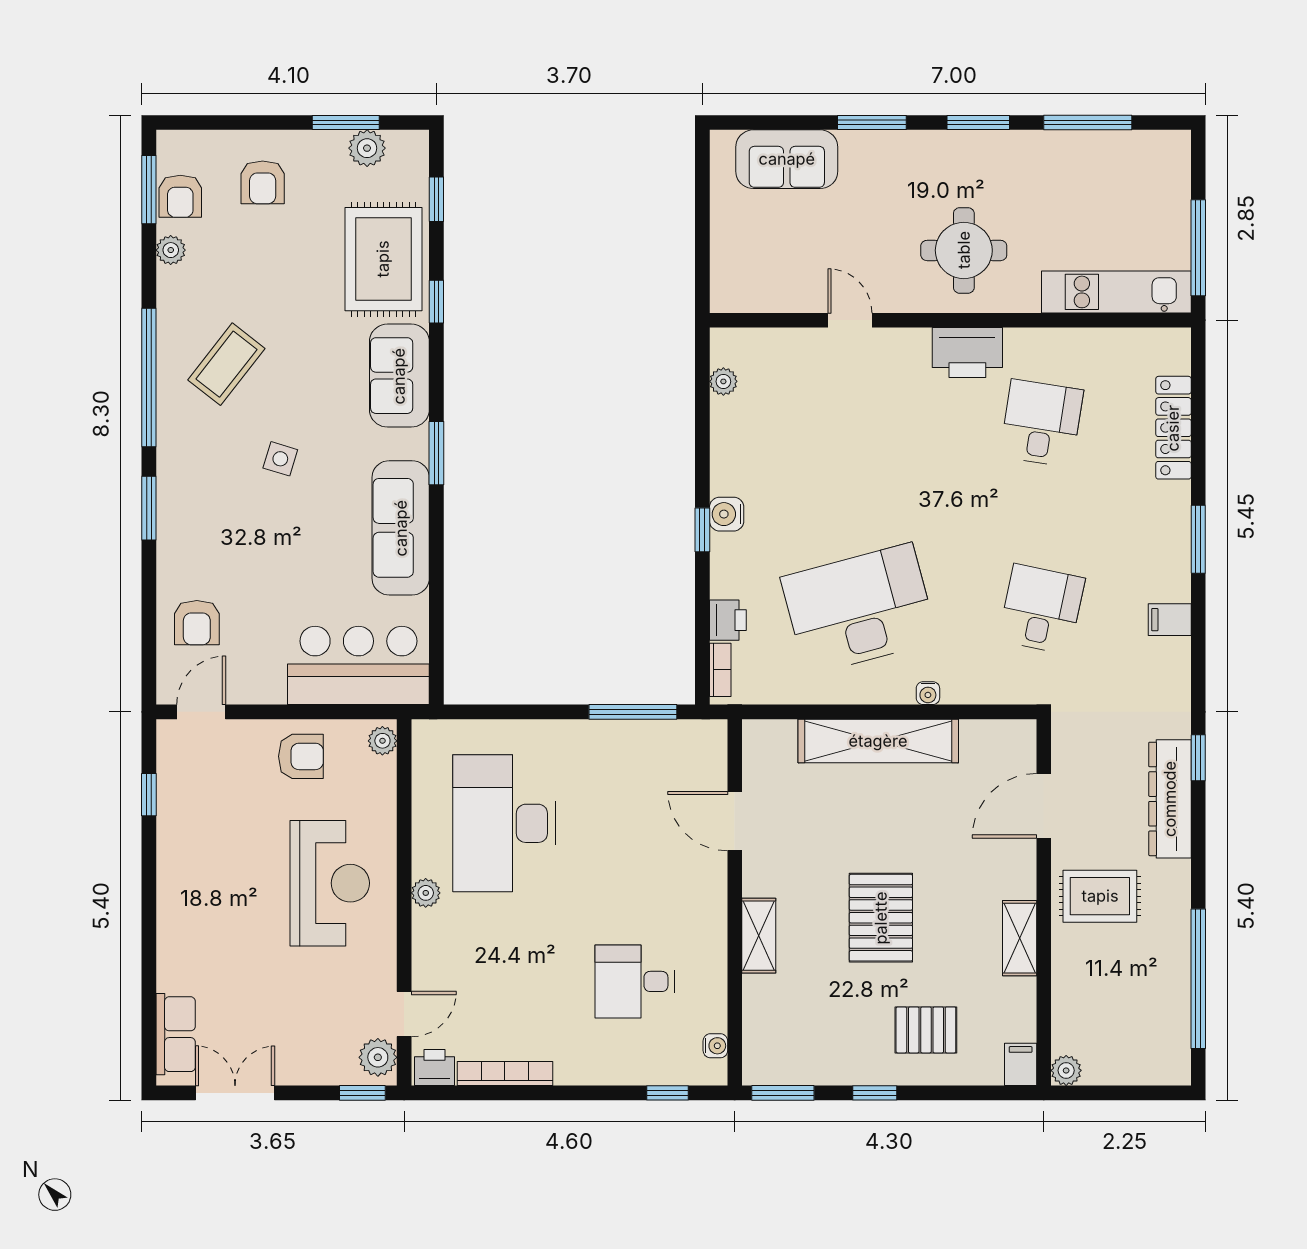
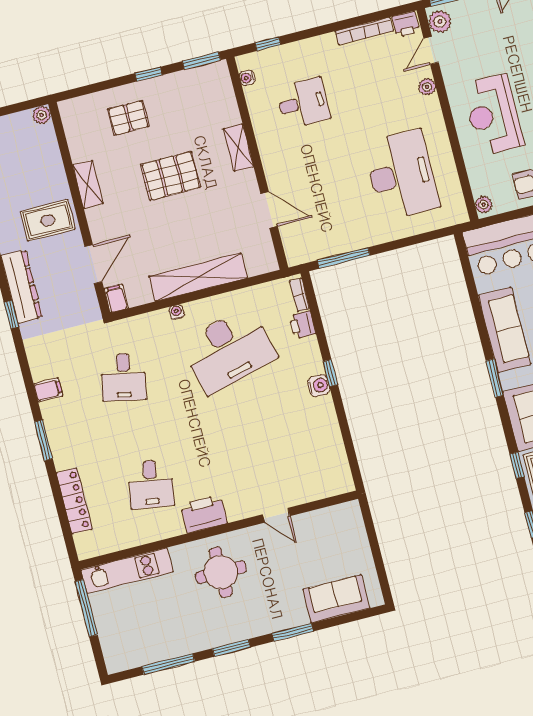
plant: (723, 381) -> (340, 461), removed
plant: (426, 893) -> (427, 87), moved
pallet: (881, 918) -> (171, 176), turned 90
filing cabinet: (1021, 1064) -> (116, 298), moved, turned 180

